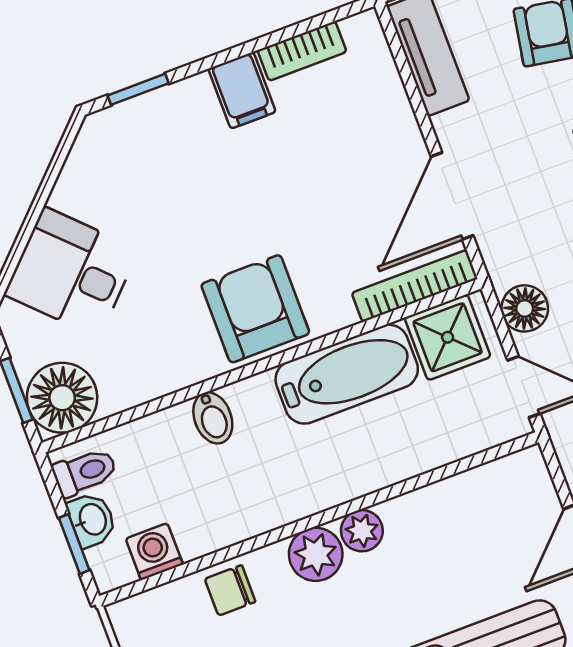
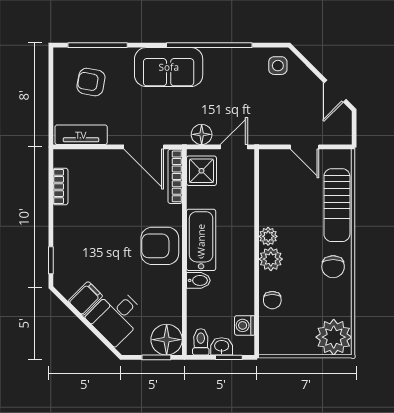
filing cabinet: (242, 90) -> (85, 298), moved, turned -45
bathtub: (347, 374) -> (201, 240), moved

